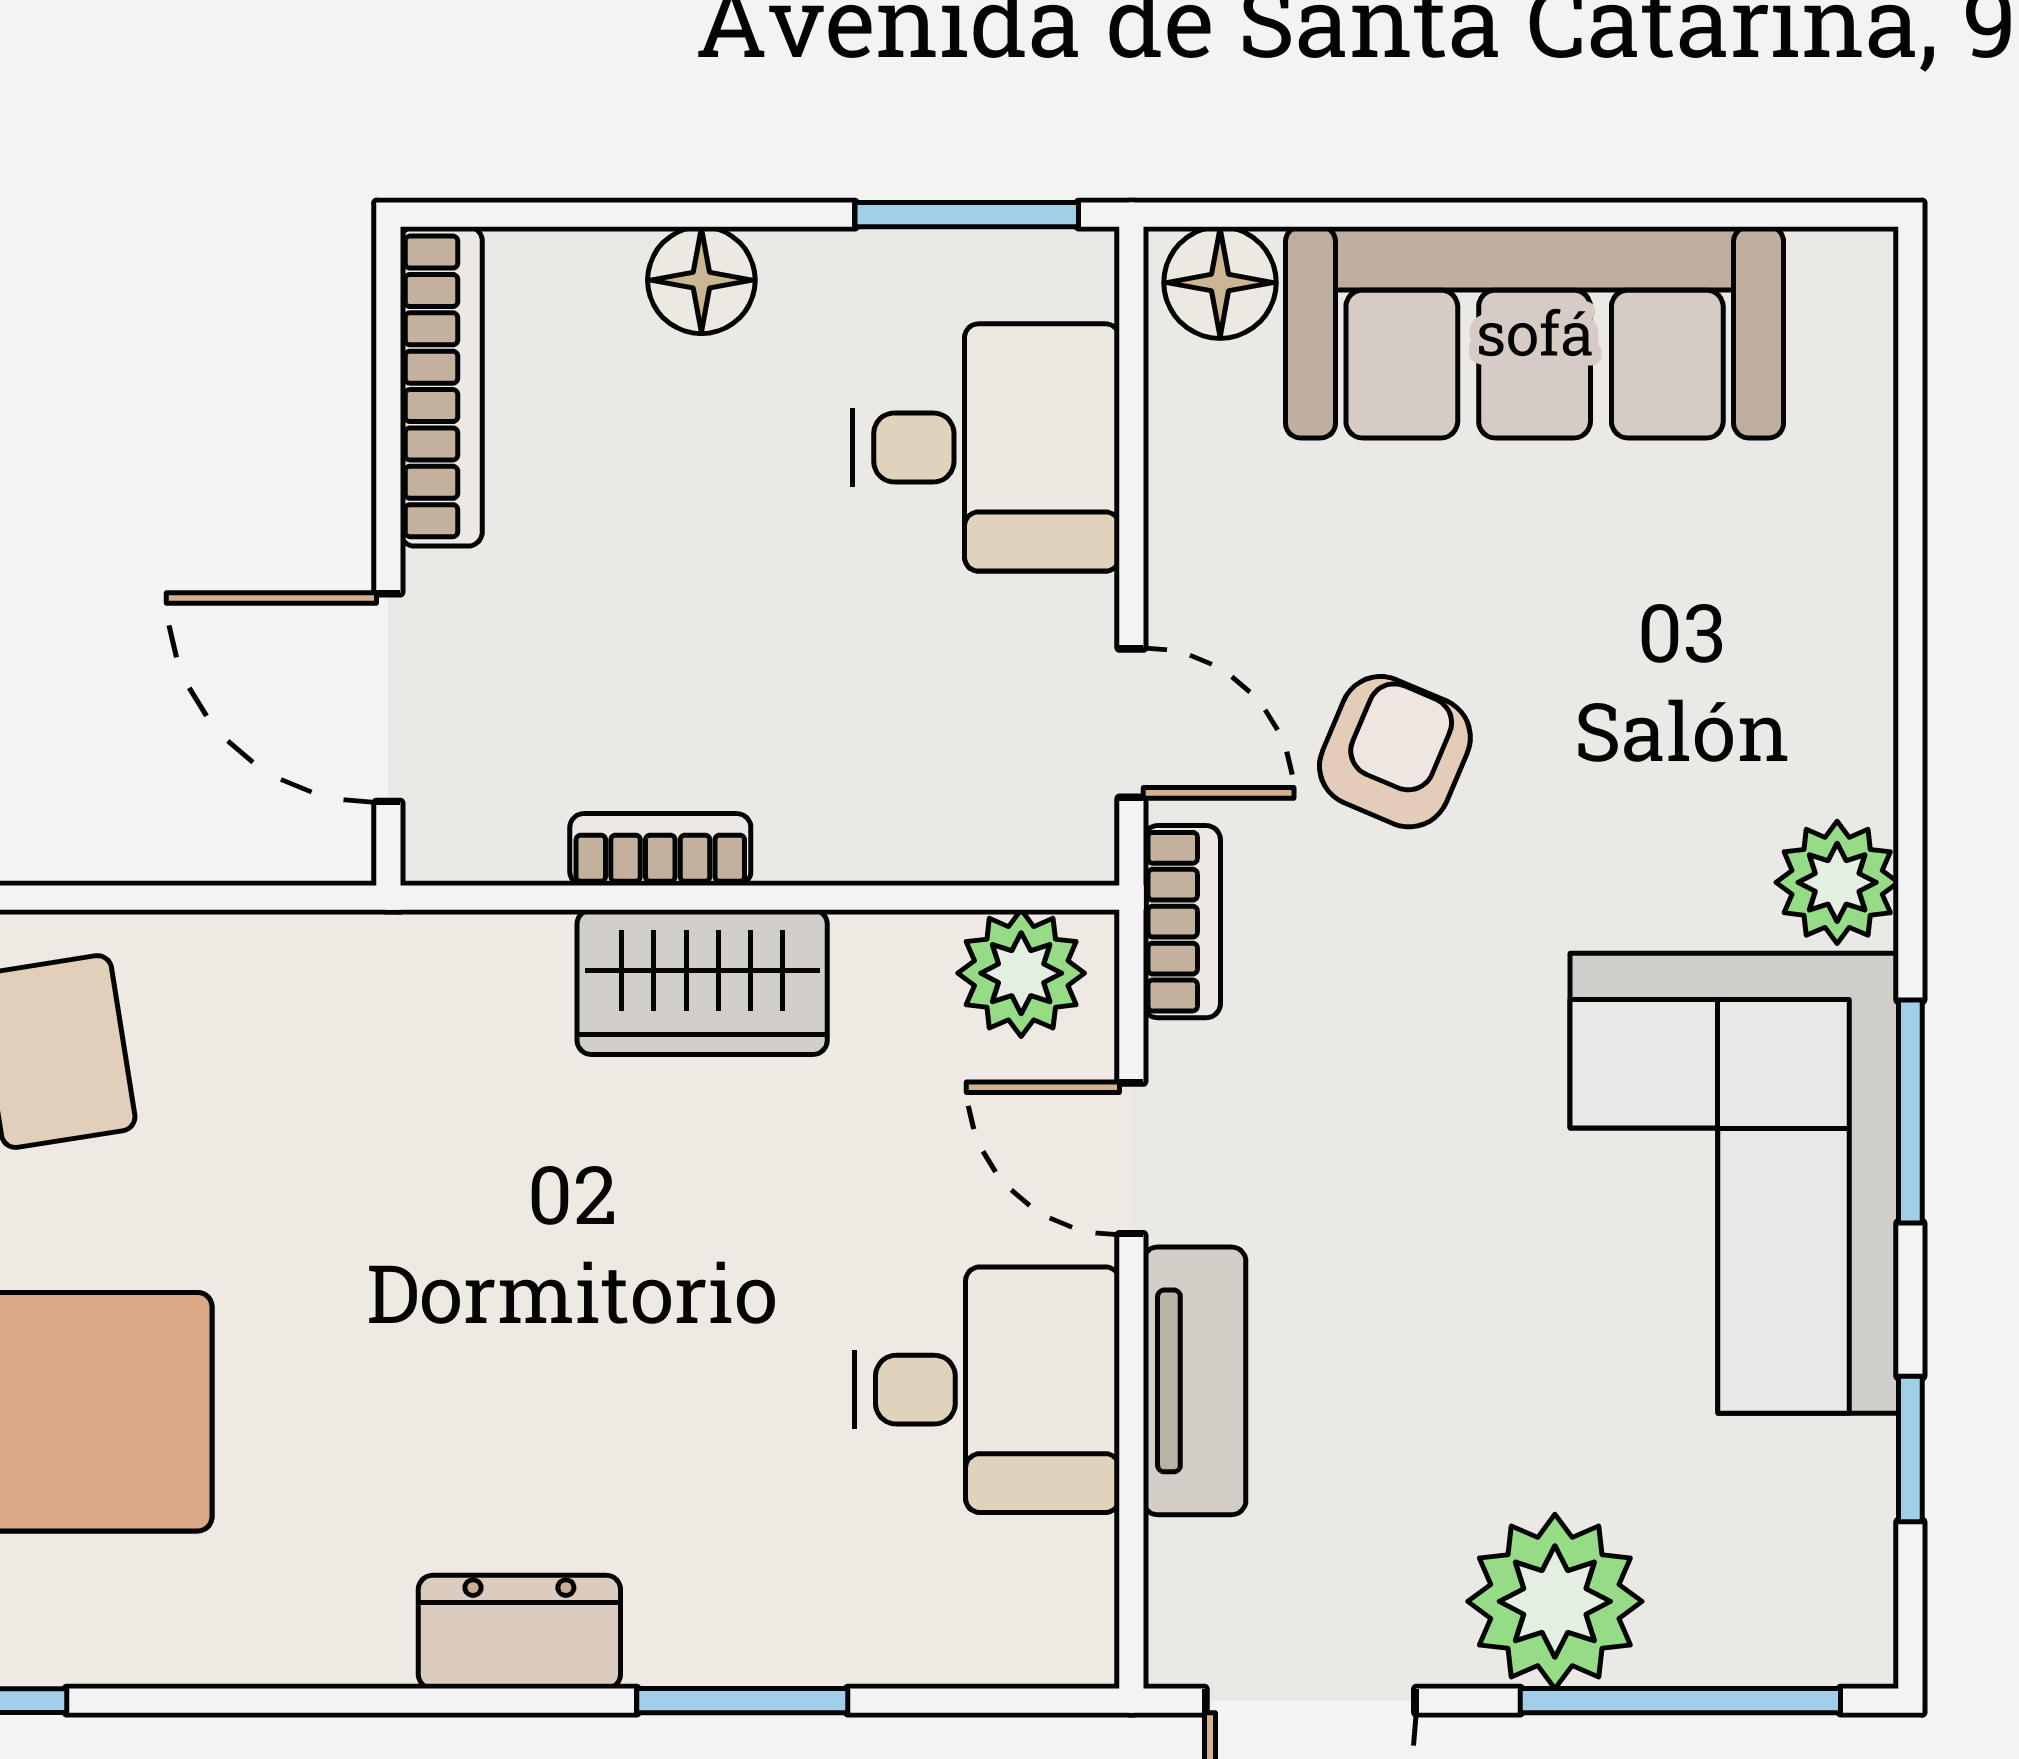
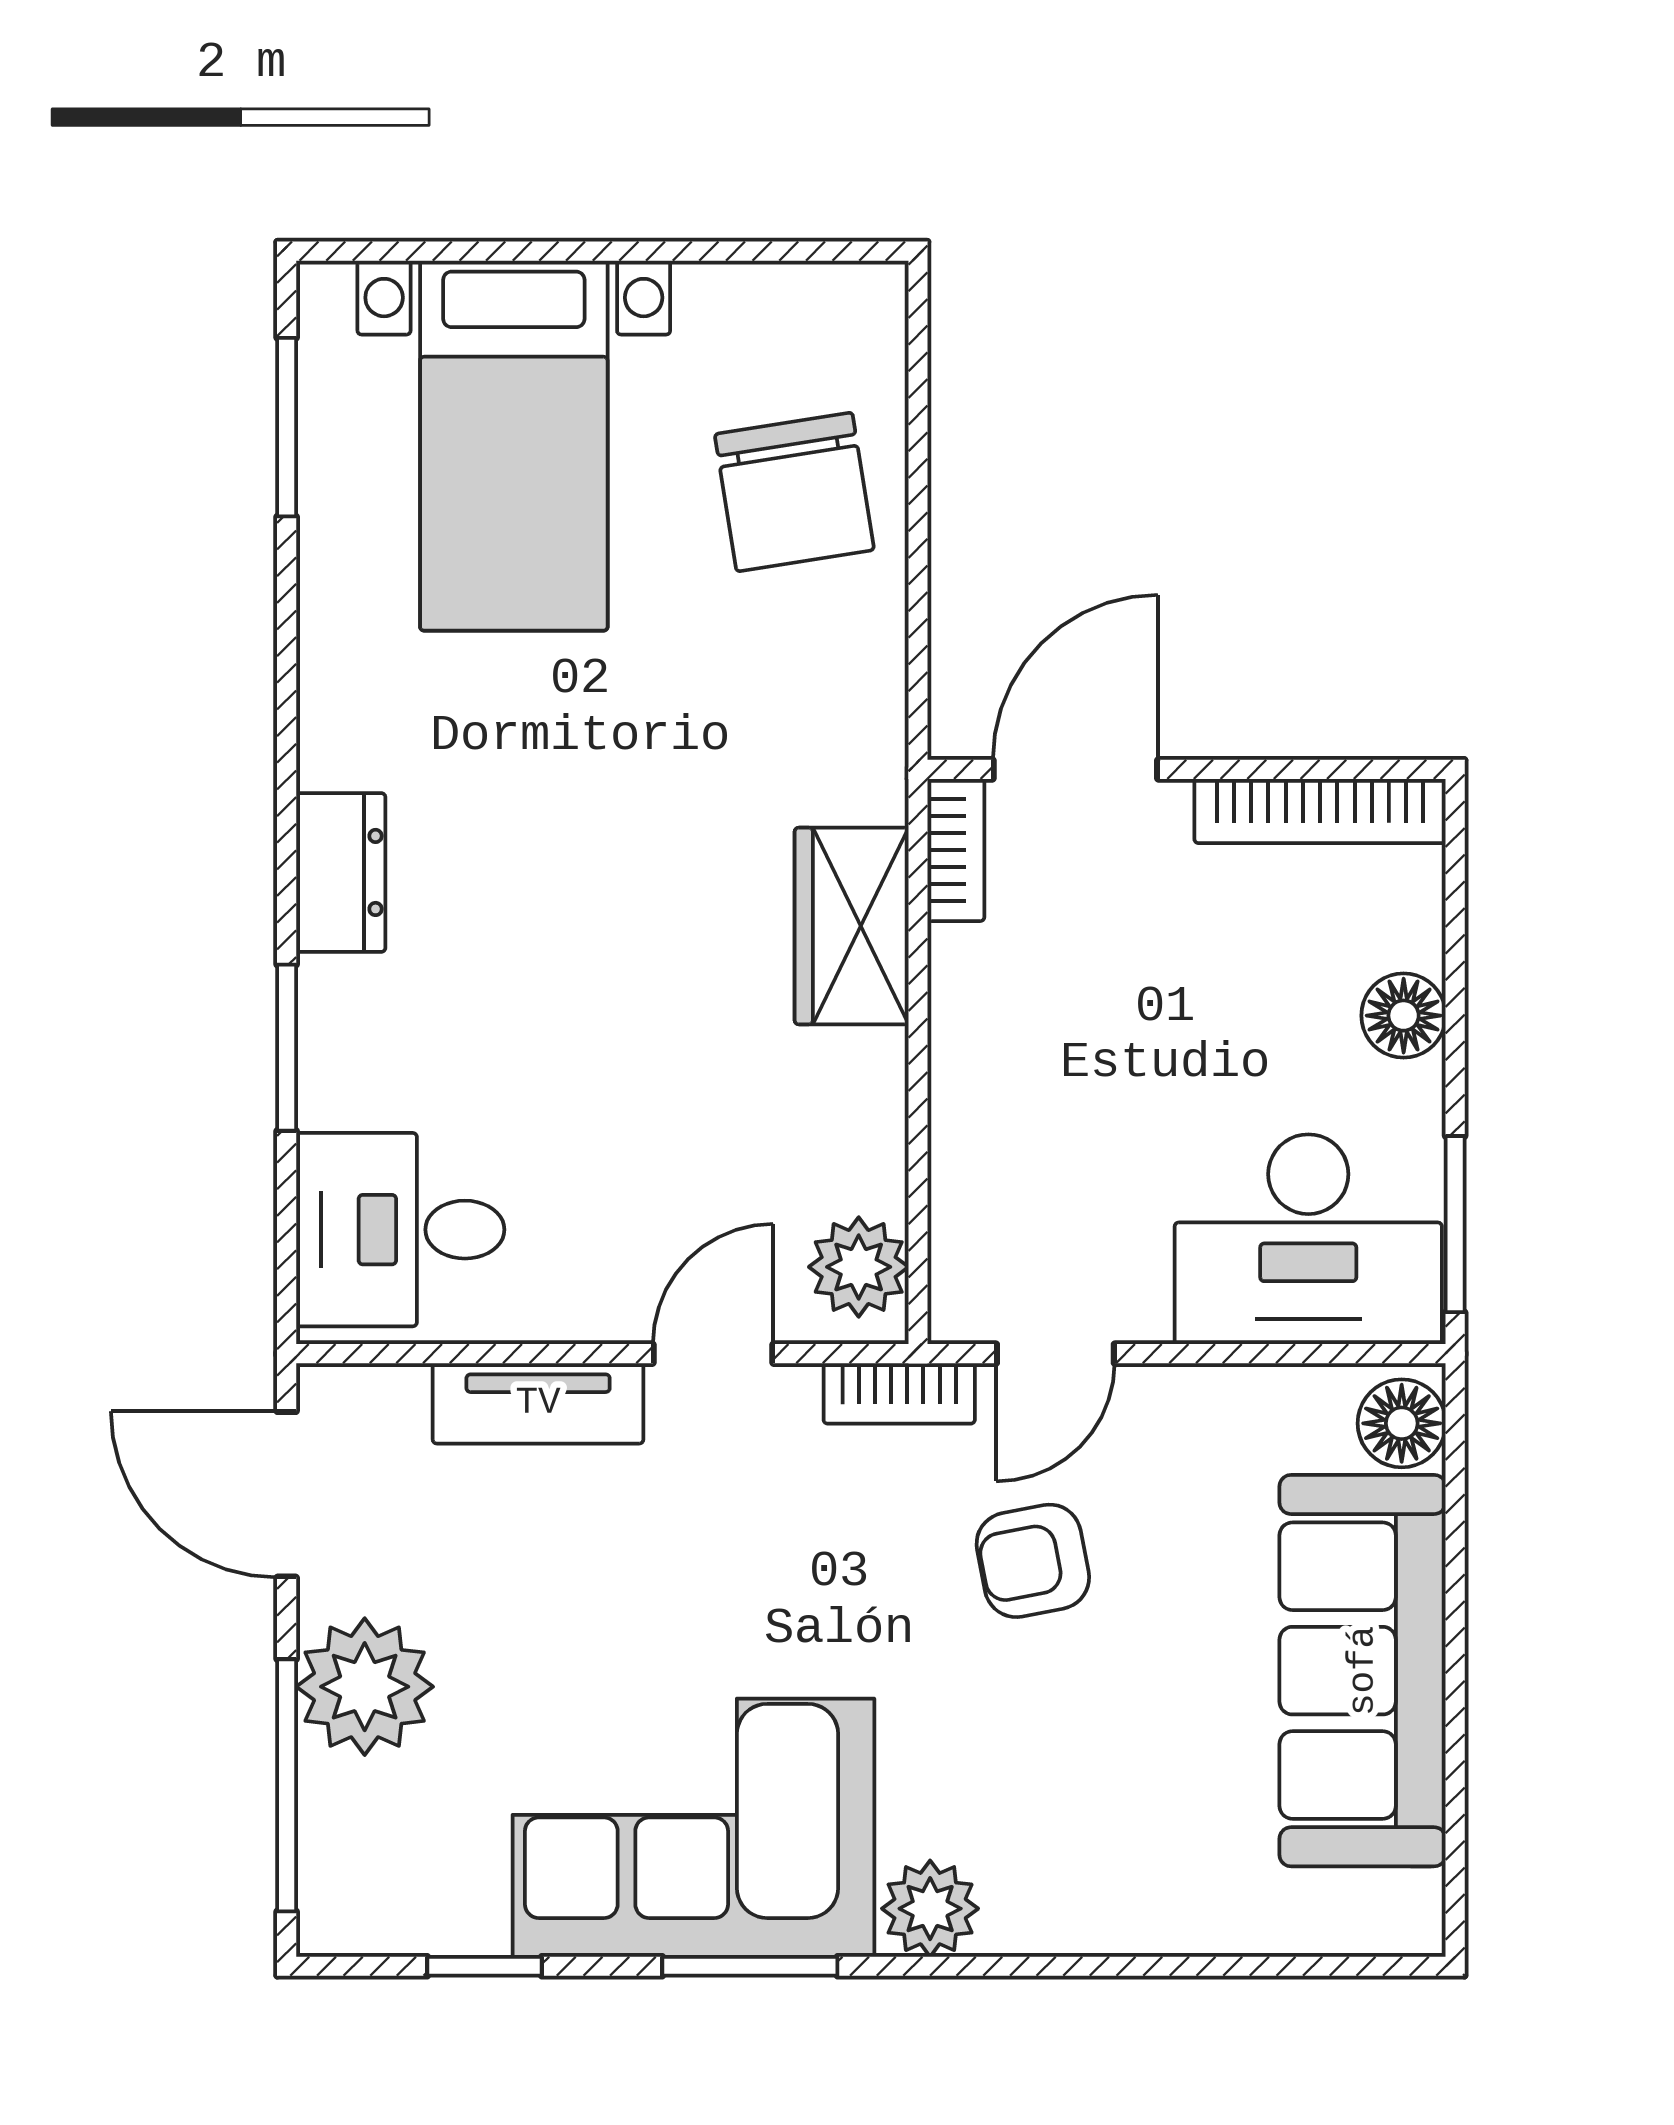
desk: (986, 447) -> (1308, 1239), width x1.37
armchair: (1395, 752) -> (1033, 1561), turned 146
bookcase: (660, 850) -> (956, 850), moved
wardrobe: (702, 982) -> (852, 926), moved
desk: (987, 1390) -> (400, 1230), moved, turned 90

